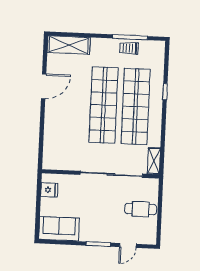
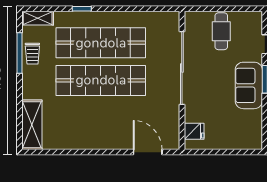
door: (44, 86) -> (148, 152), moved
shelving: (154, 161) -> (38, 18), moved
fridge: (49, 190) -> (194, 131), moved, turned 90
sofa: (59, 229) -> (249, 85), moved

